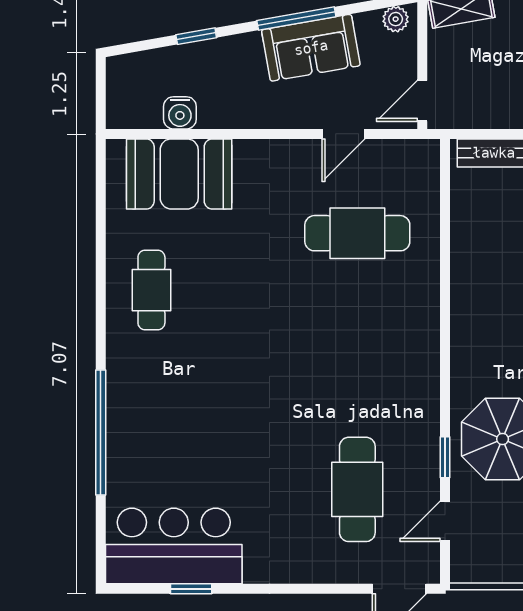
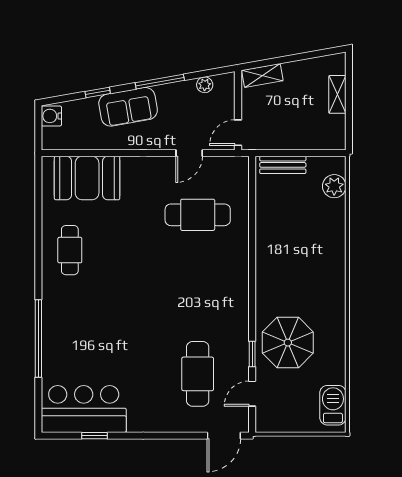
plant: (396, 19) -> (205, 85), moved
sofa: (311, 48) -> (128, 107), moved
water cooler: (180, 113) -> (51, 116), moved, turned 90

